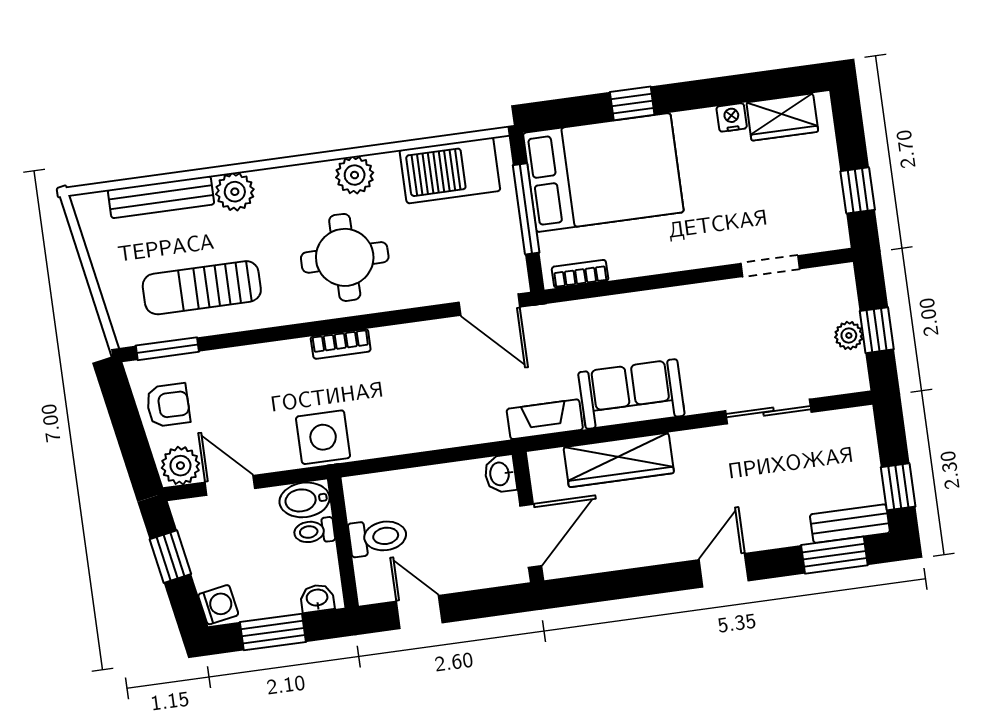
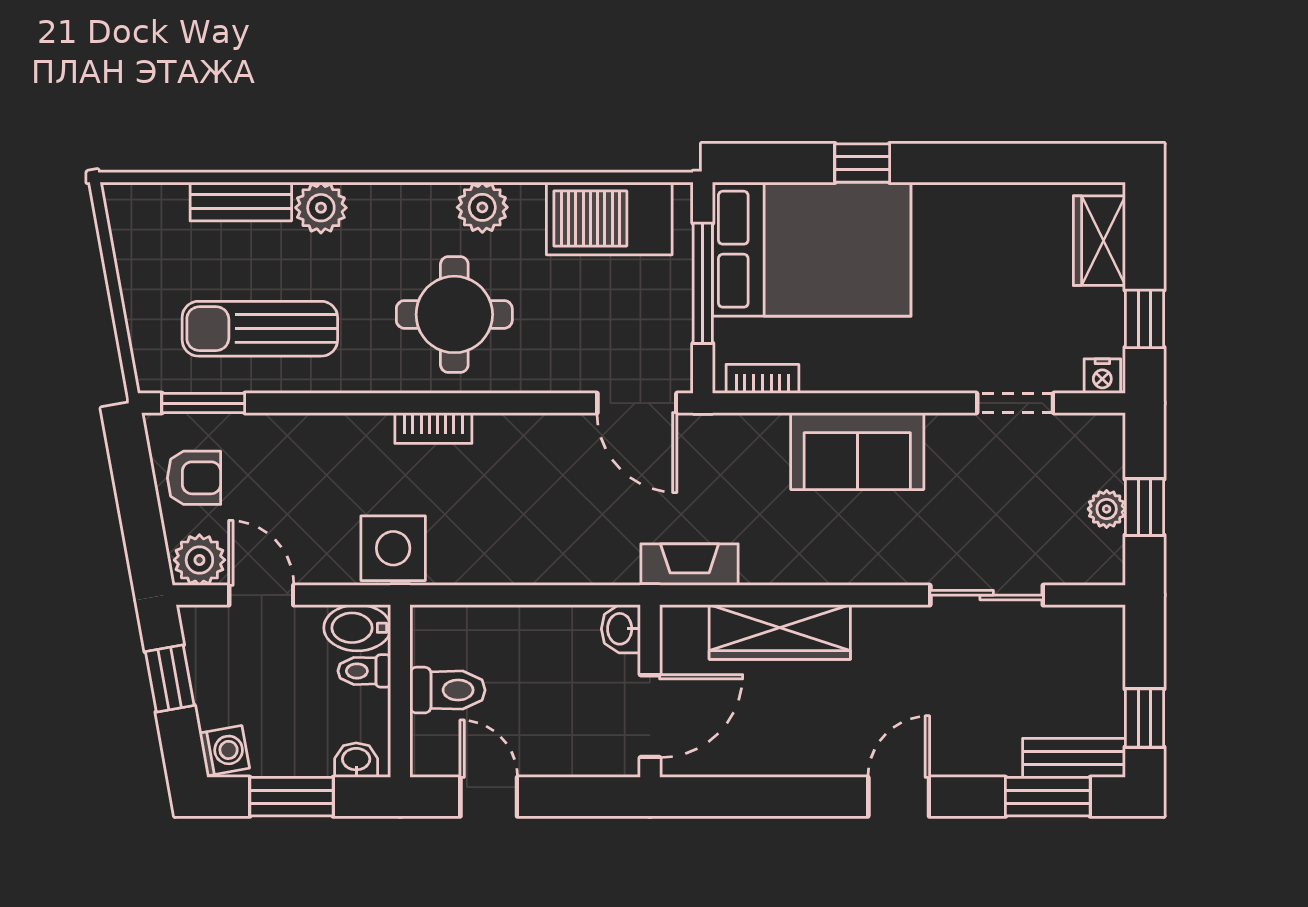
nightstand: (732, 117) -> (1102, 376), moved, turned 180
wardrobe: (782, 117) -> (1099, 241), moved, turned 90
bench: (161, 197) -> (241, 202), width x0.73
sofa: (631, 394) -> (857, 451), moved, turned 180

